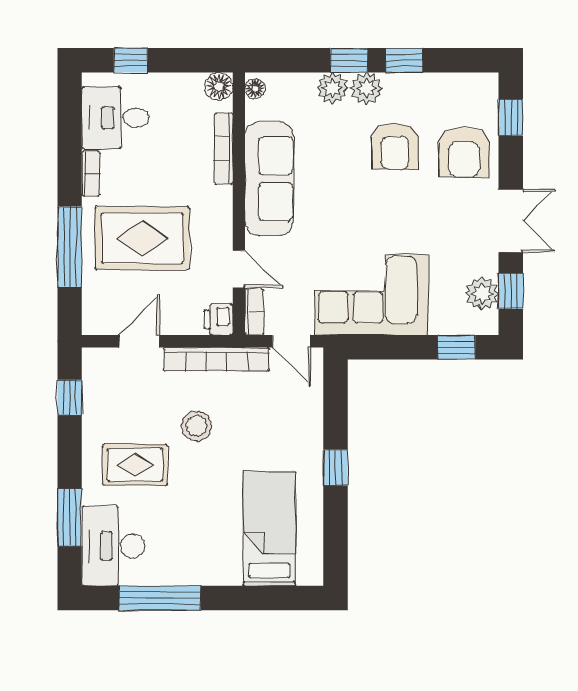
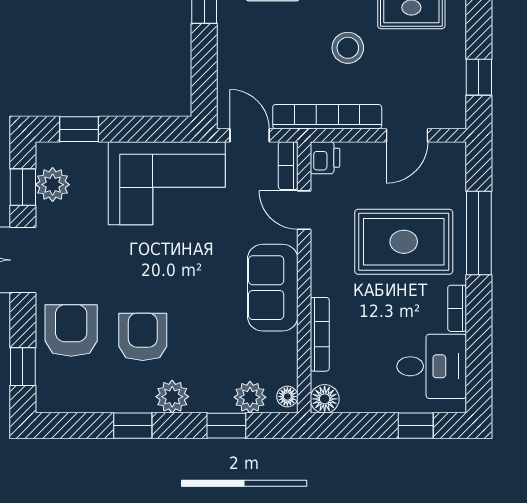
window: (349, 60) -> (226, 426), moved
plant: (332, 88) -> (250, 397), moved
sofa: (269, 179) -> (273, 288), width x0.73

